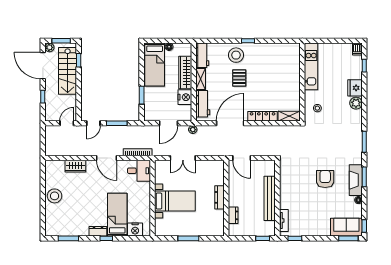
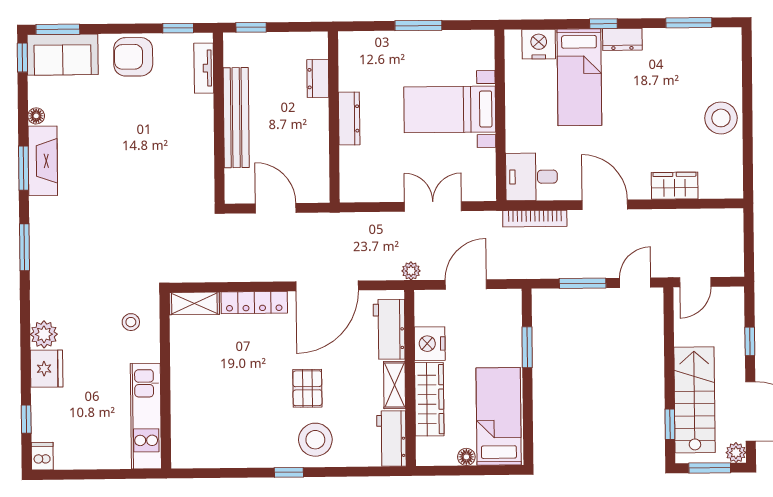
door: (242, 158) -> (276, 208), moved
armchair: (325, 179) -> (133, 57), moved, turned 90

